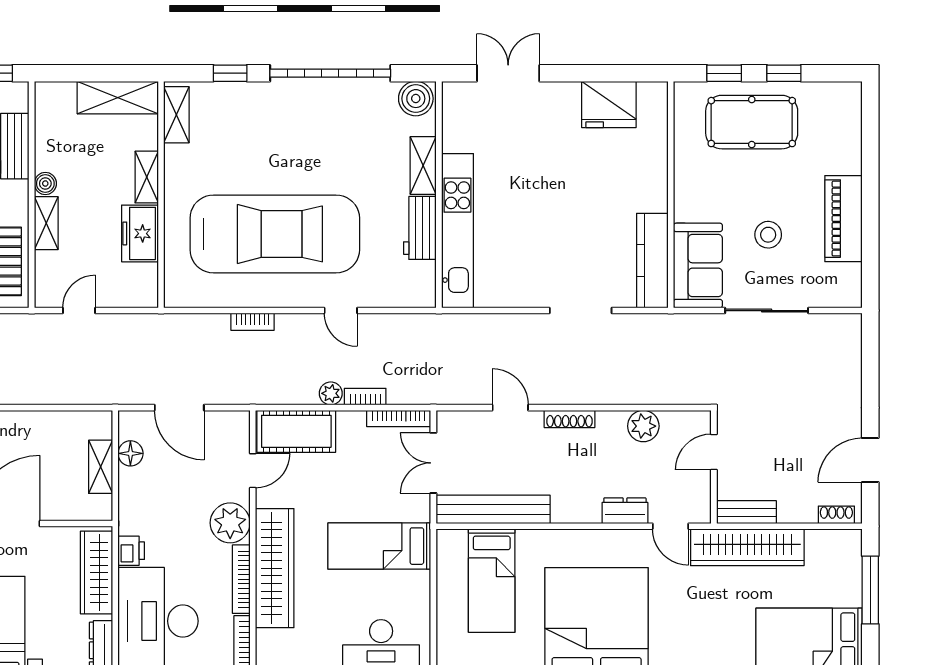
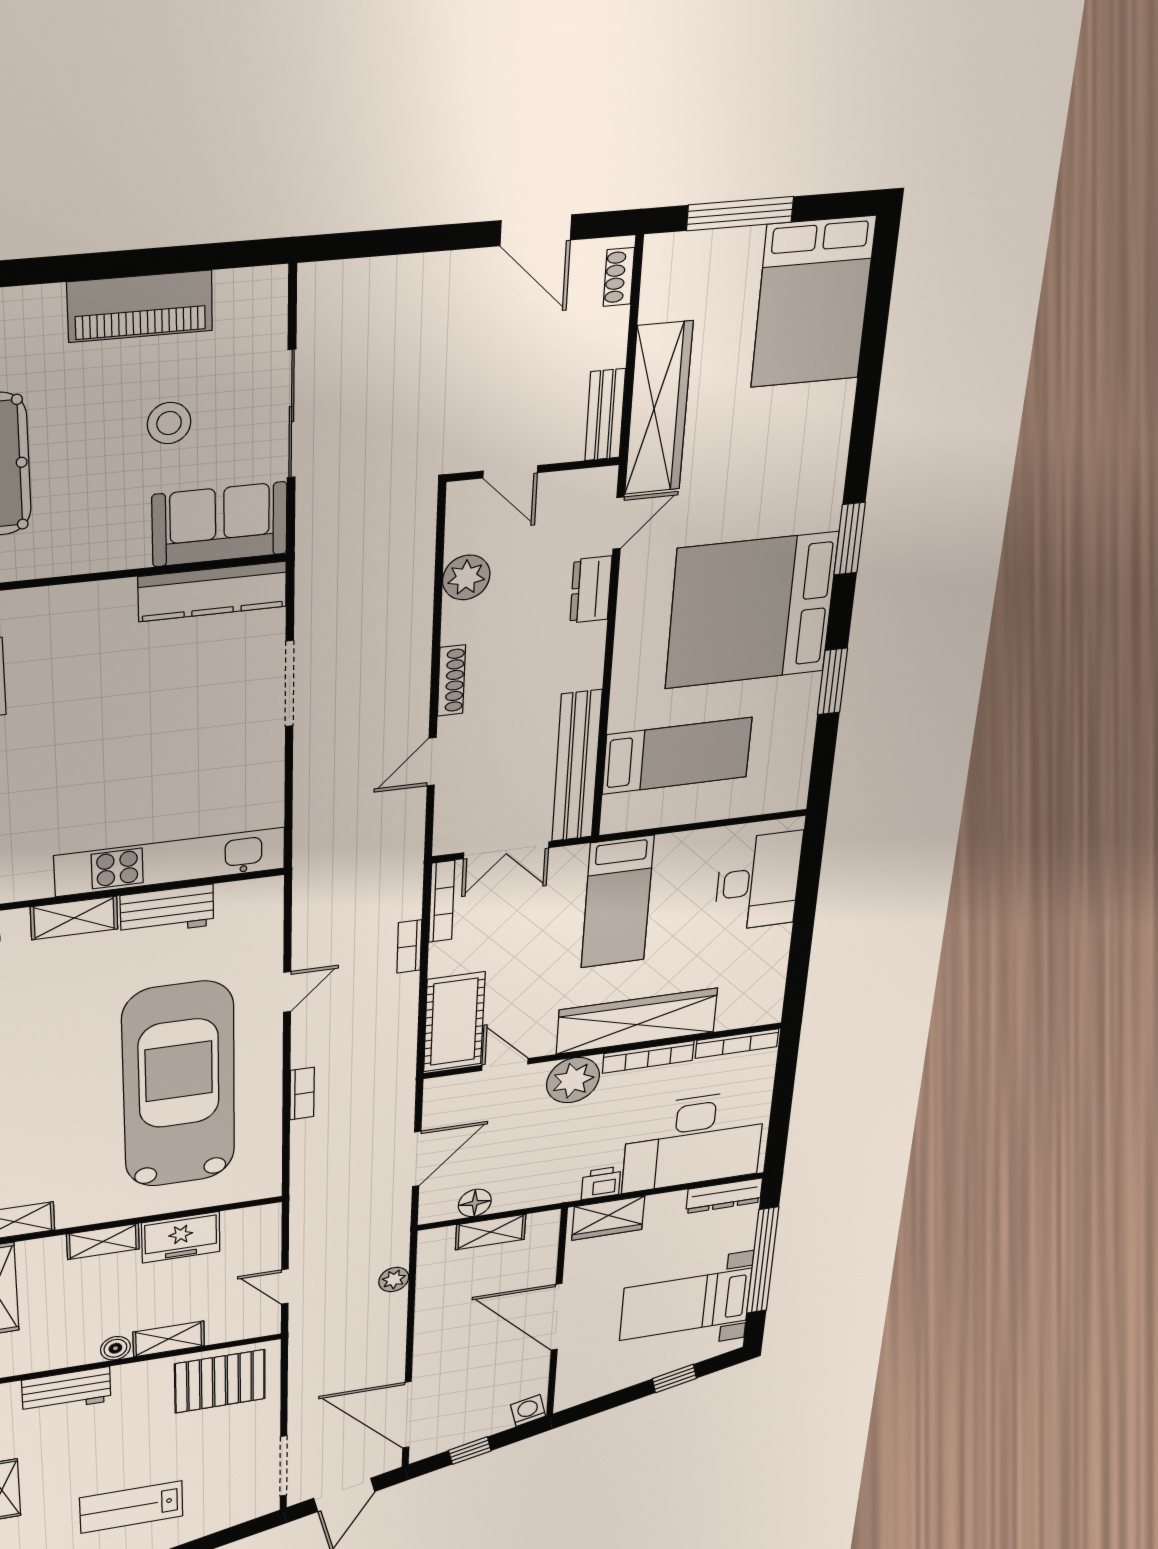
plant: (331, 393) -> (394, 1280), moved
wardrobe: (96, 572) -> (608, 1218), width x0.67

